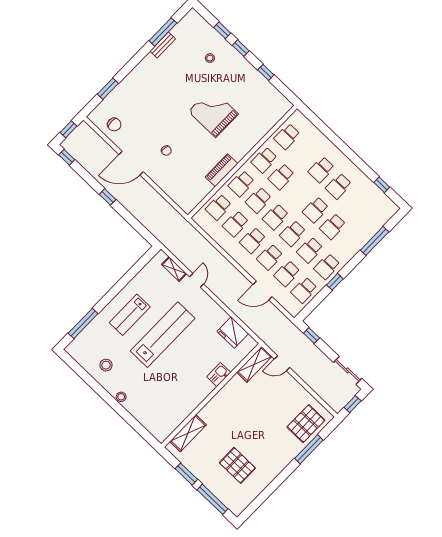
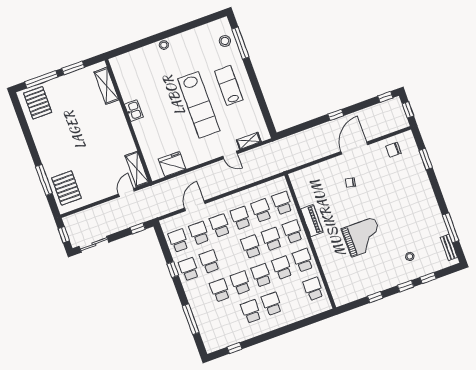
bench: (163, 45) -> (449, 247), moved
school desk: (293, 233) -> (261, 275), moved
stool: (106, 365) -> (225, 41), moved
kitchen sink: (219, 375) -> (134, 111), moved
pallet: (237, 465) -> (38, 103), moved, turned 90

